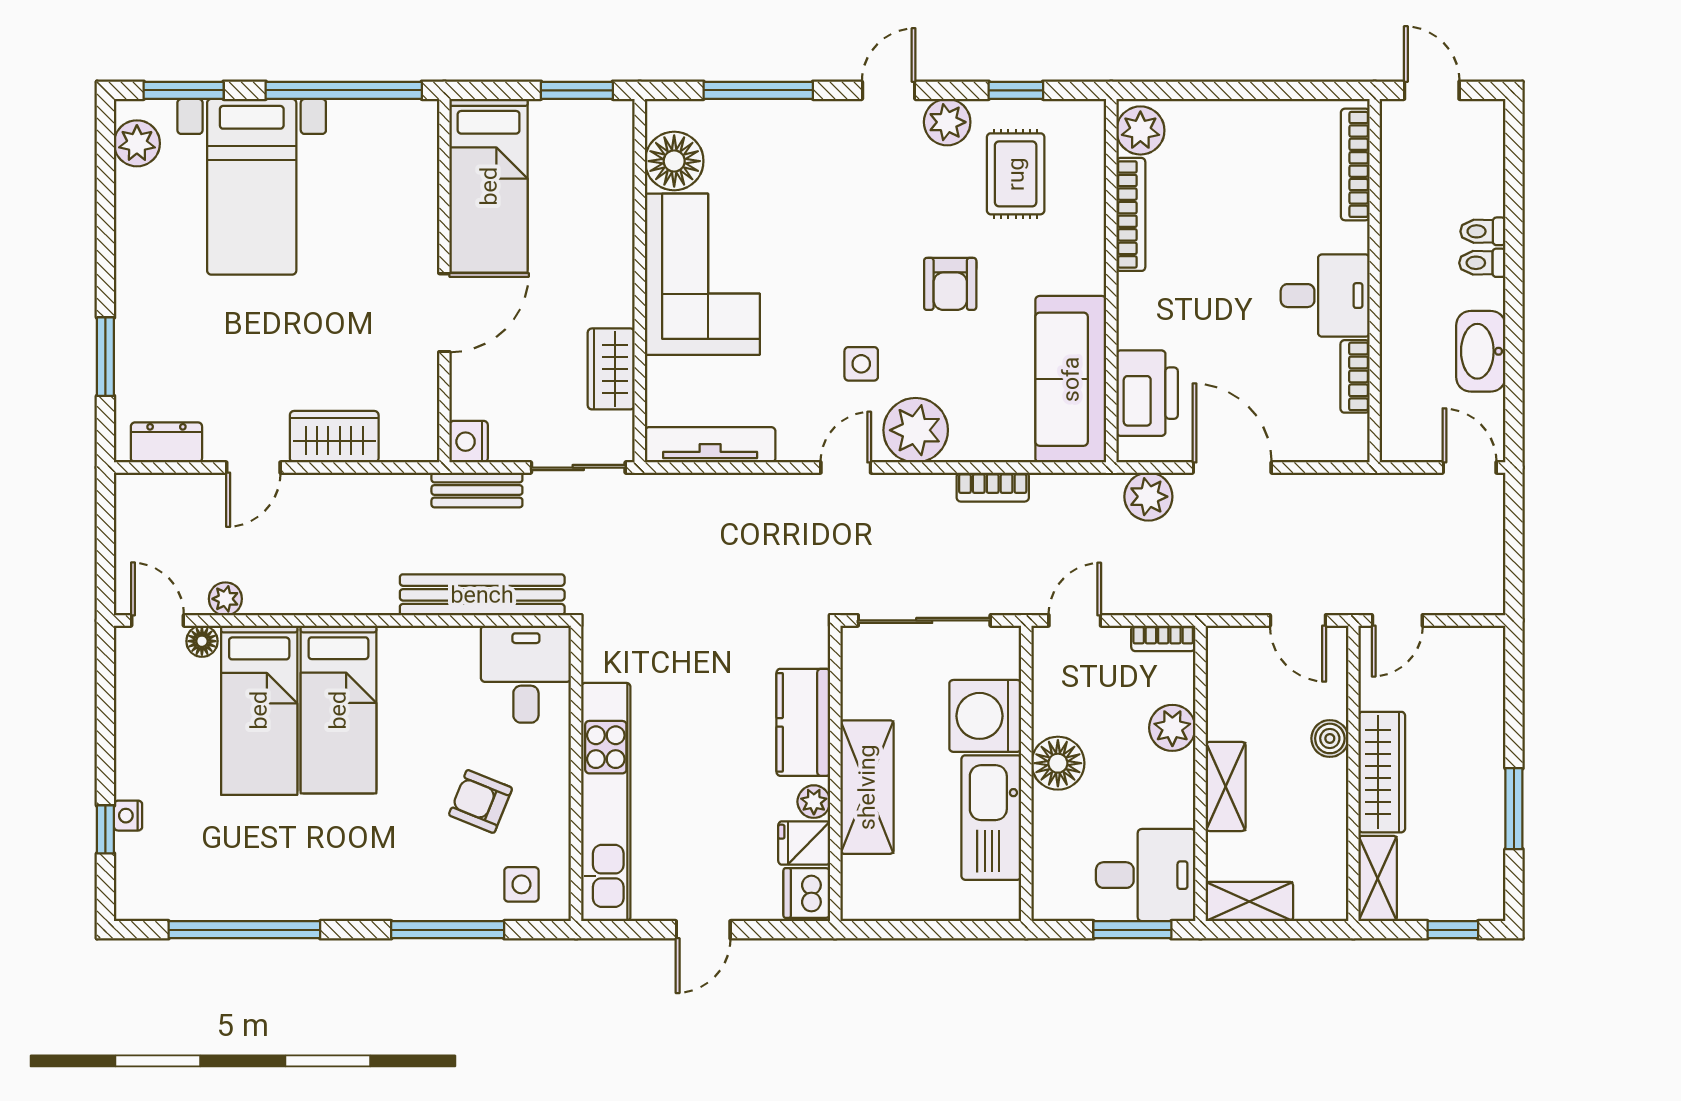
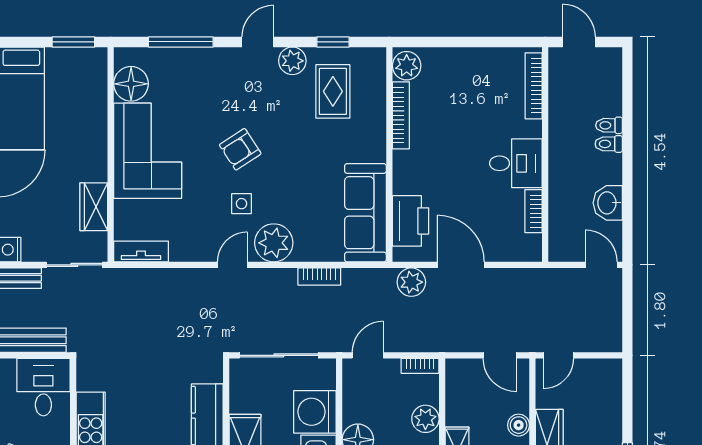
armchair: (950, 284) -> (240, 149), moved, turned 57
washbasin: (1481, 351) -> (608, 203), width x0.72
tv unit: (710, 445) -> (141, 251), width x0.71

